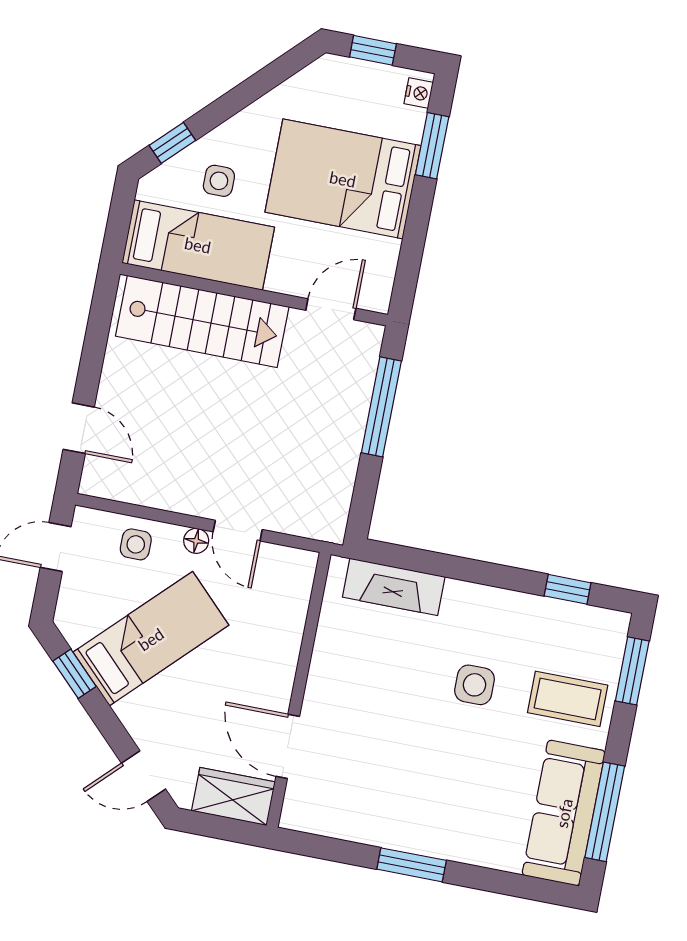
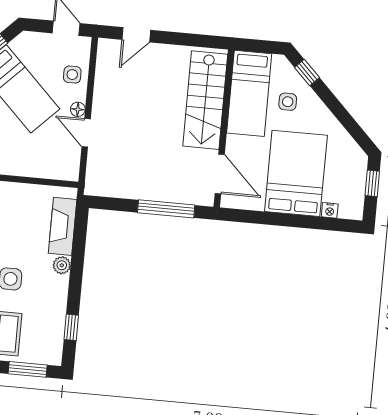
nightstand: (419, 93) -> (330, 210), moved
window: (432, 146) -> (320, 223), removed
door: (331, 309) -> (220, 174), width x1.38
door: (238, 531) -> (86, 133), hinge flipped
plant: (460, 595) -> (62, 265), added

